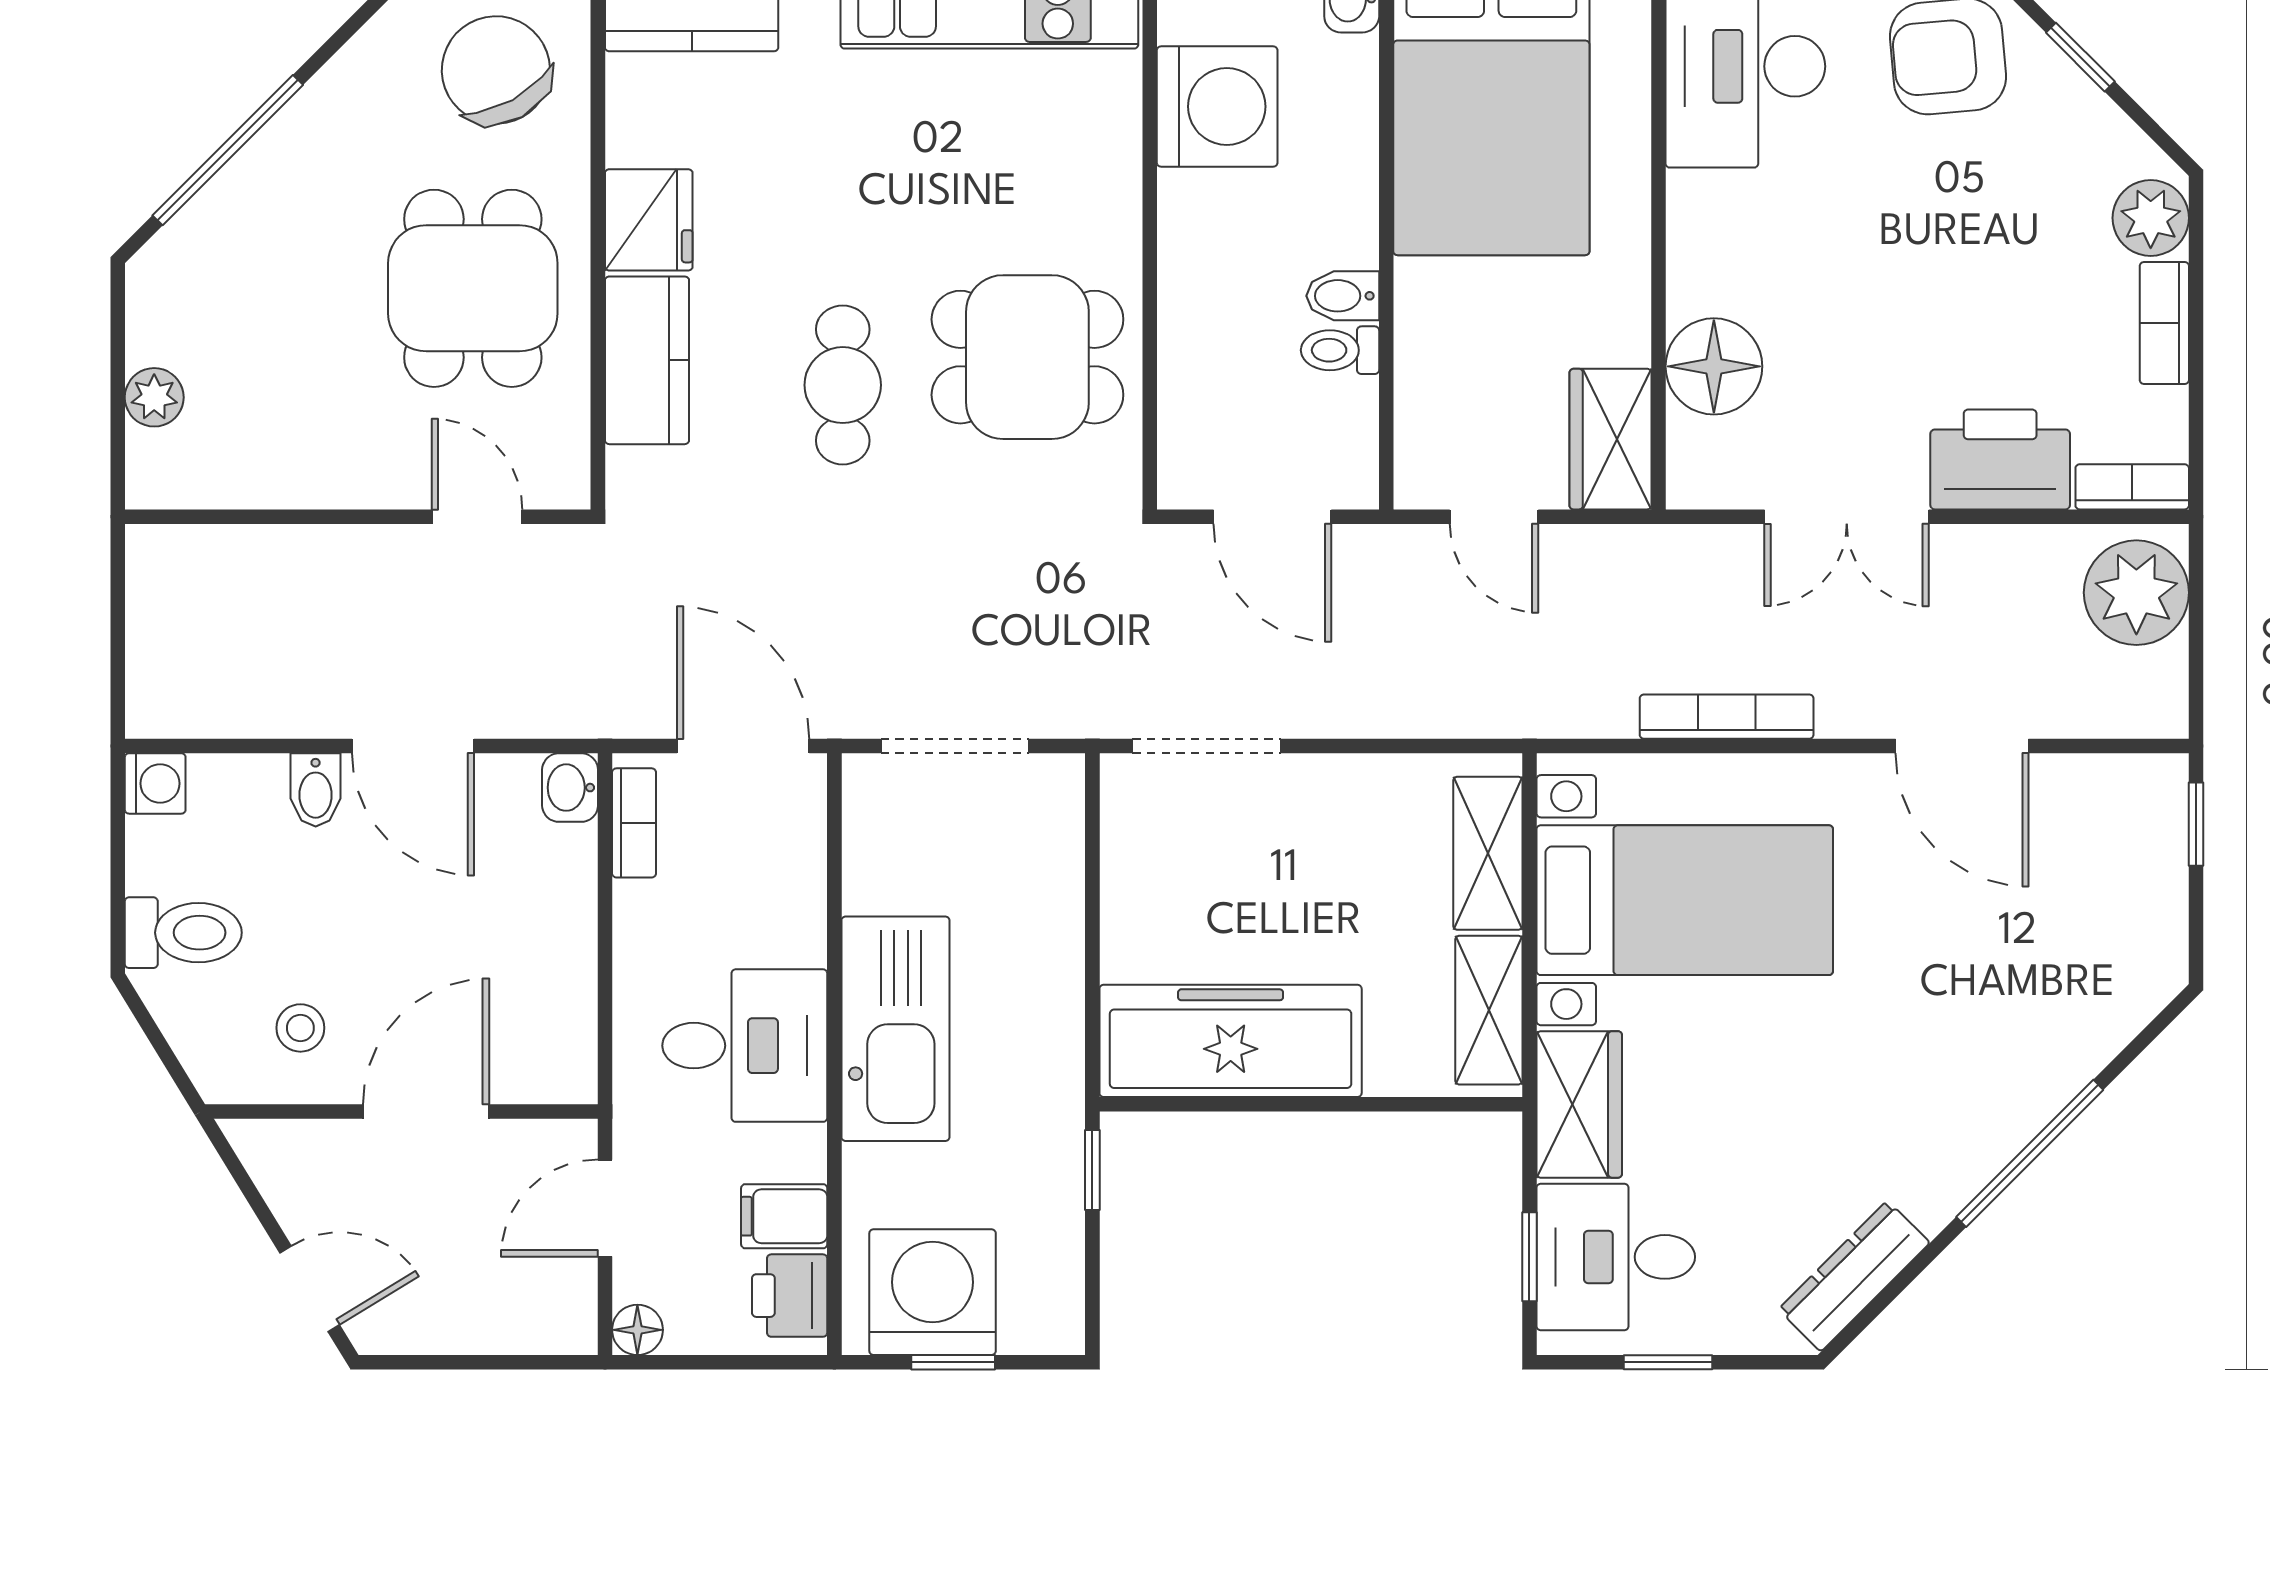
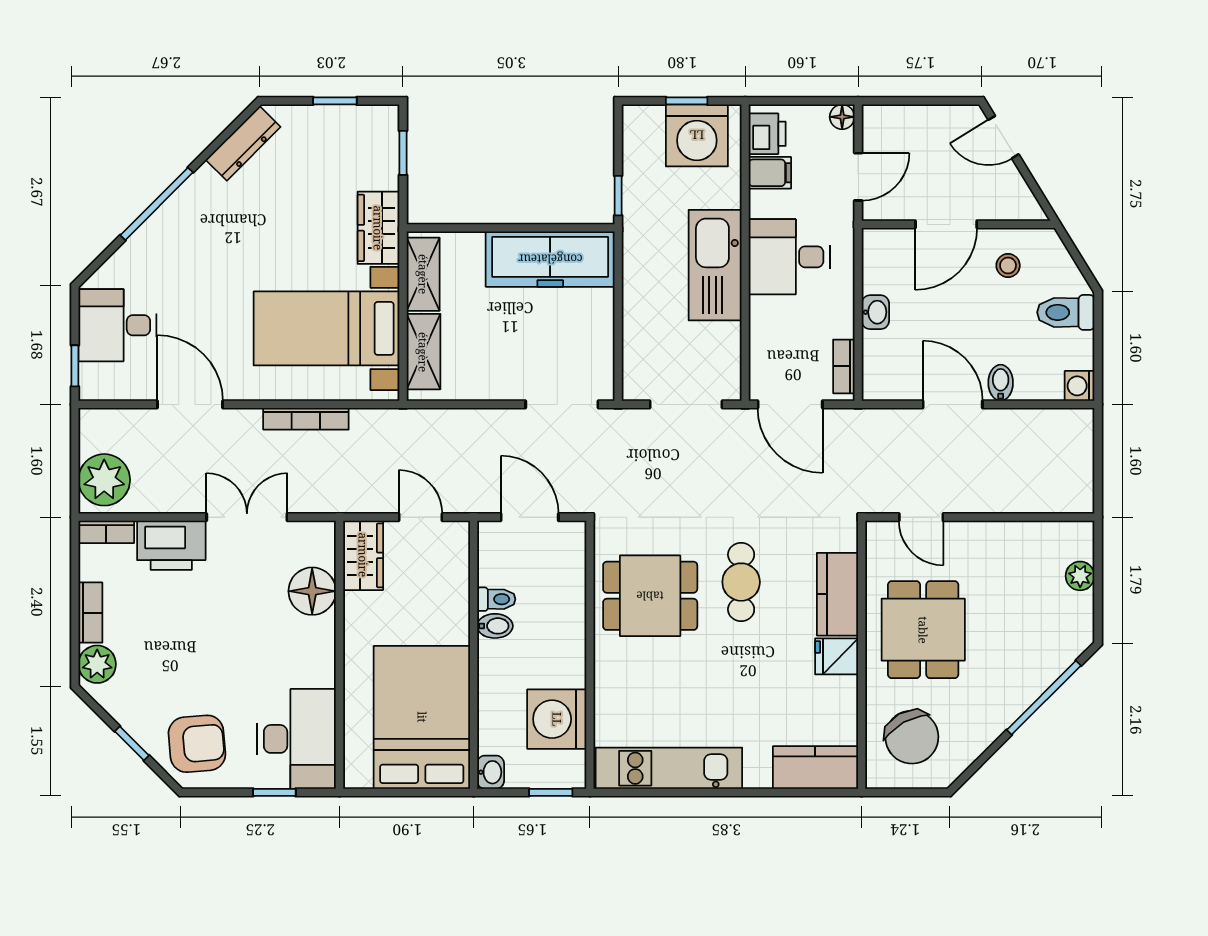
fridge: (649, 220) -> (837, 656), width x0.72
washbasin: (570, 788) -> (875, 312), moved
desk: (1616, 1257) -> (117, 325), moved, turned 180

